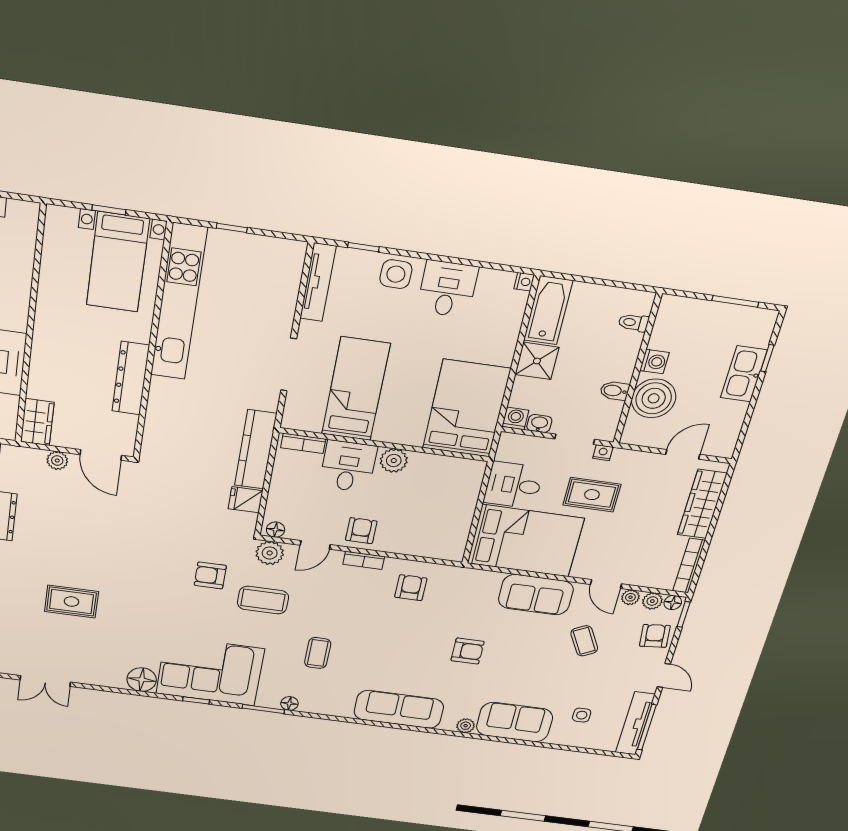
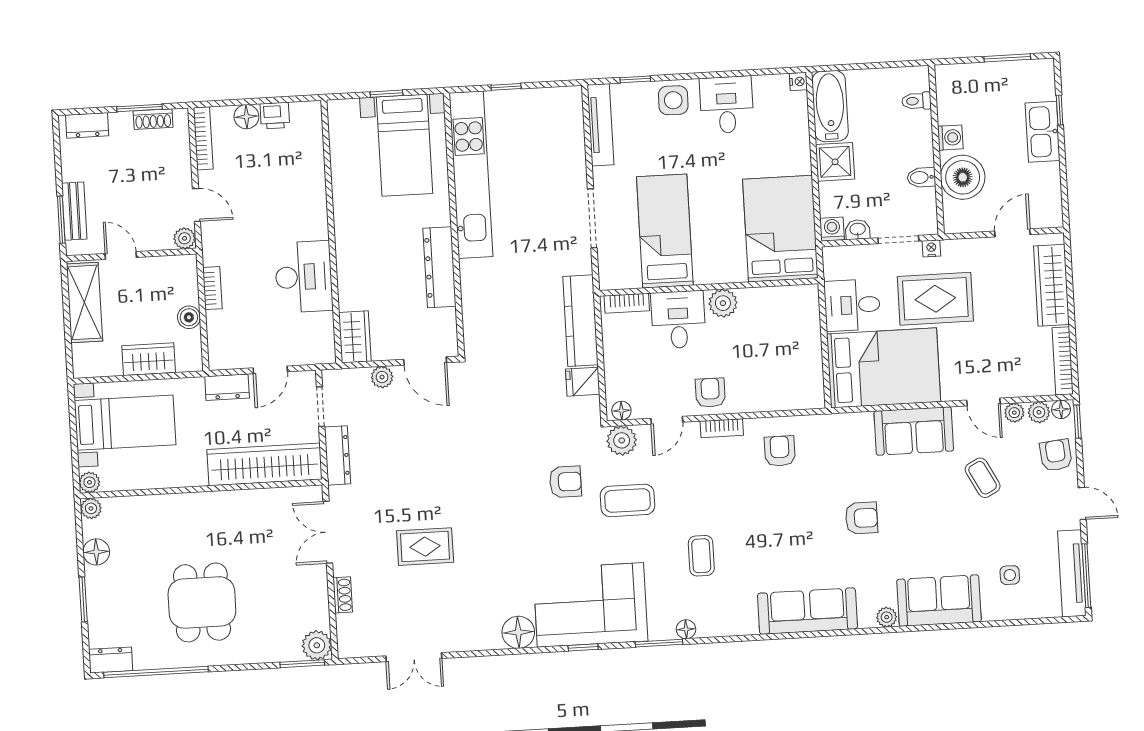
rug: (592, 495) -> (935, 299), width x1.36, depth x1.43
armchair: (210, 575) -> (565, 482), turned 180

